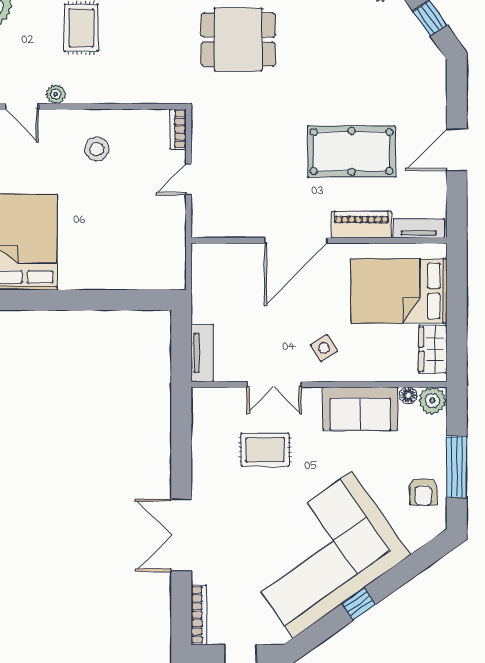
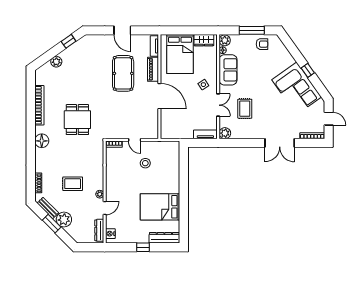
stool: (97, 149) -> (145, 163), moved
plant: (205, 401) -> (225, 133), added
corner sofa: (323, 555) -> (297, 88), width x0.73, depth x0.74

